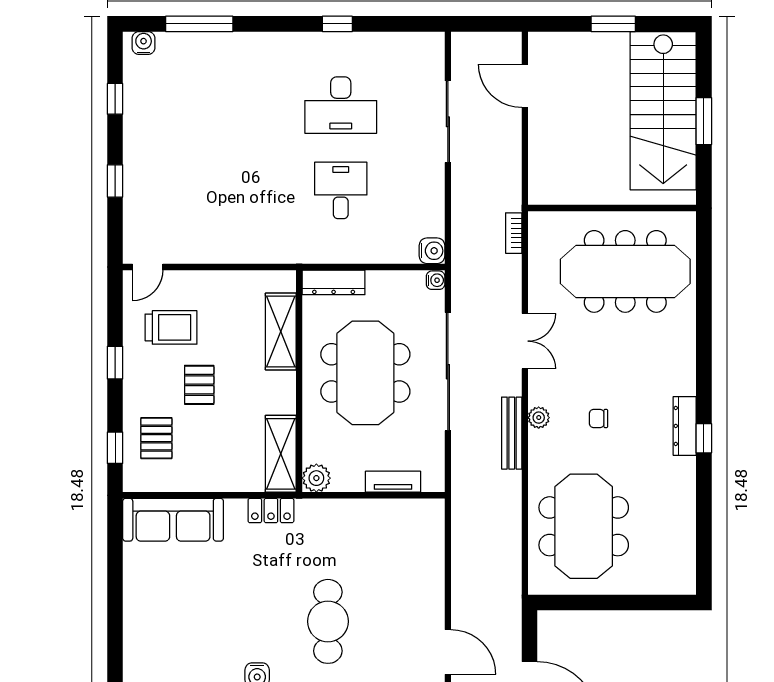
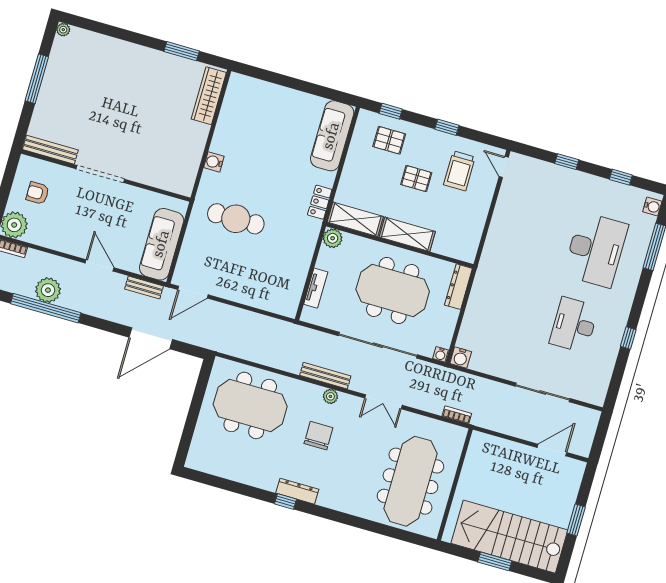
desk: (341, 190) -> (596, 250), moved, width x1.87, depth x1.30
shelving: (281, 332) -> (407, 234), moved
chair: (598, 419) -> (318, 436), width x1.87, depth x1.87

